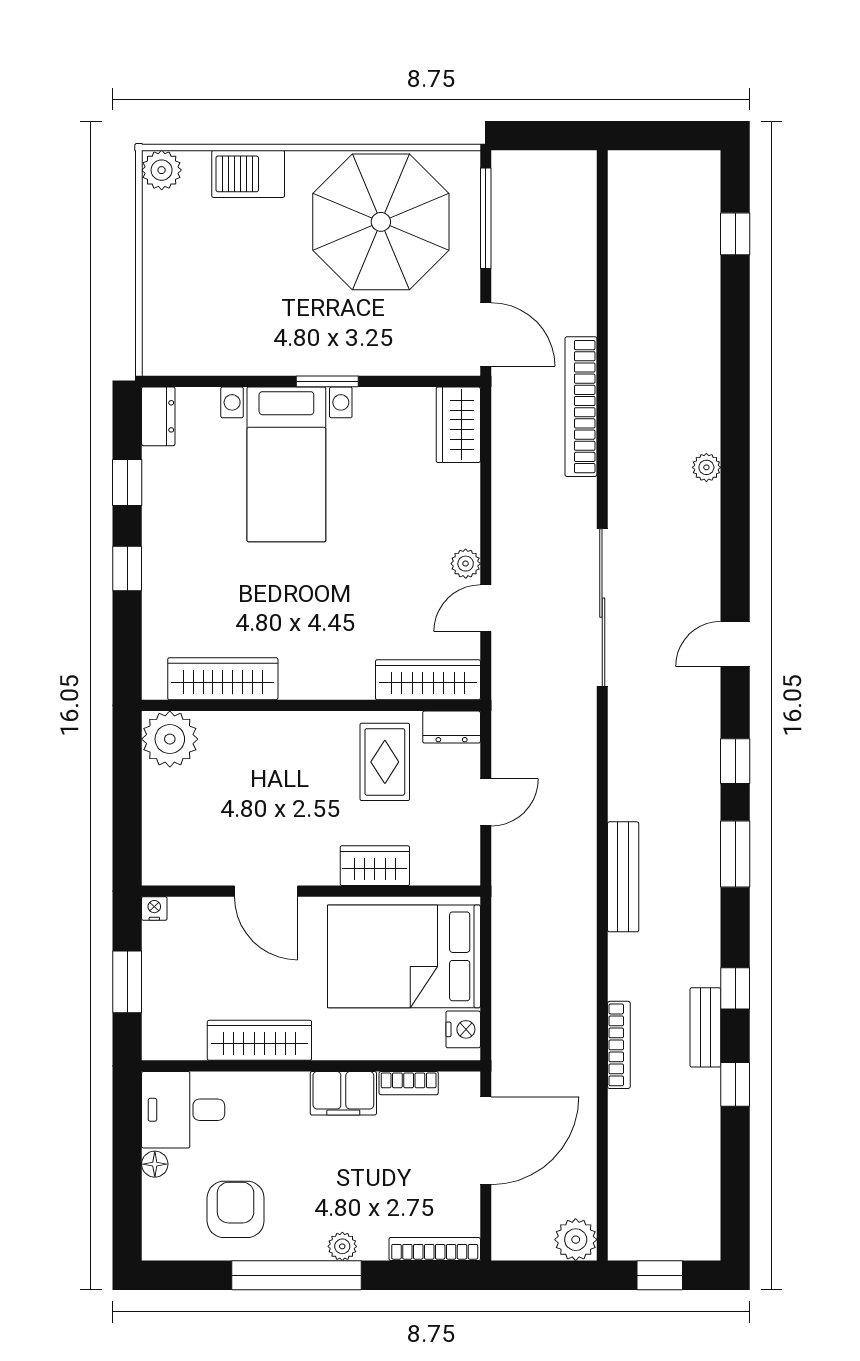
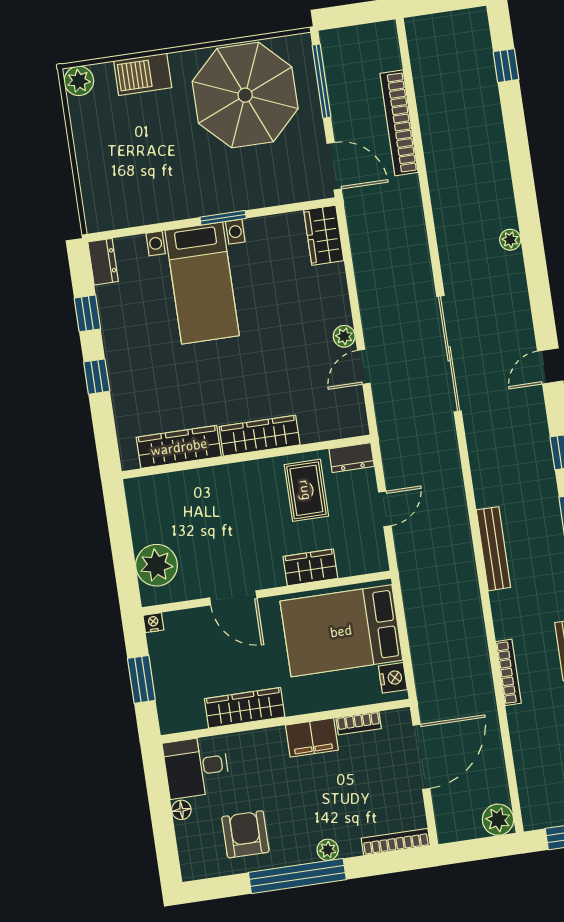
bookcase: (581, 407) -> (399, 123), moved
wardrobe: (428, 680) -> (260, 436), moved
plant: (170, 739) -> (157, 565), moved

